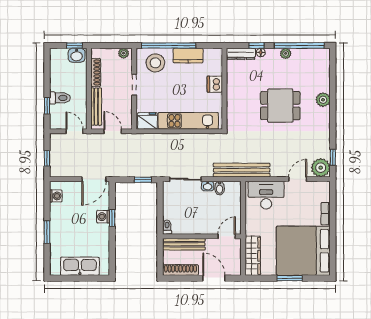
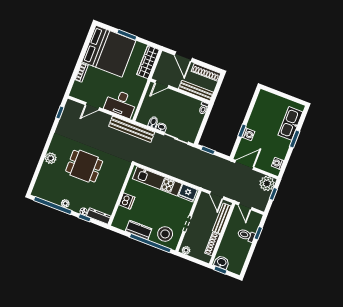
plant: (321, 168) -> (267, 183), moved
kitchen sink: (80, 266) -> (290, 123), moved, turned 90

